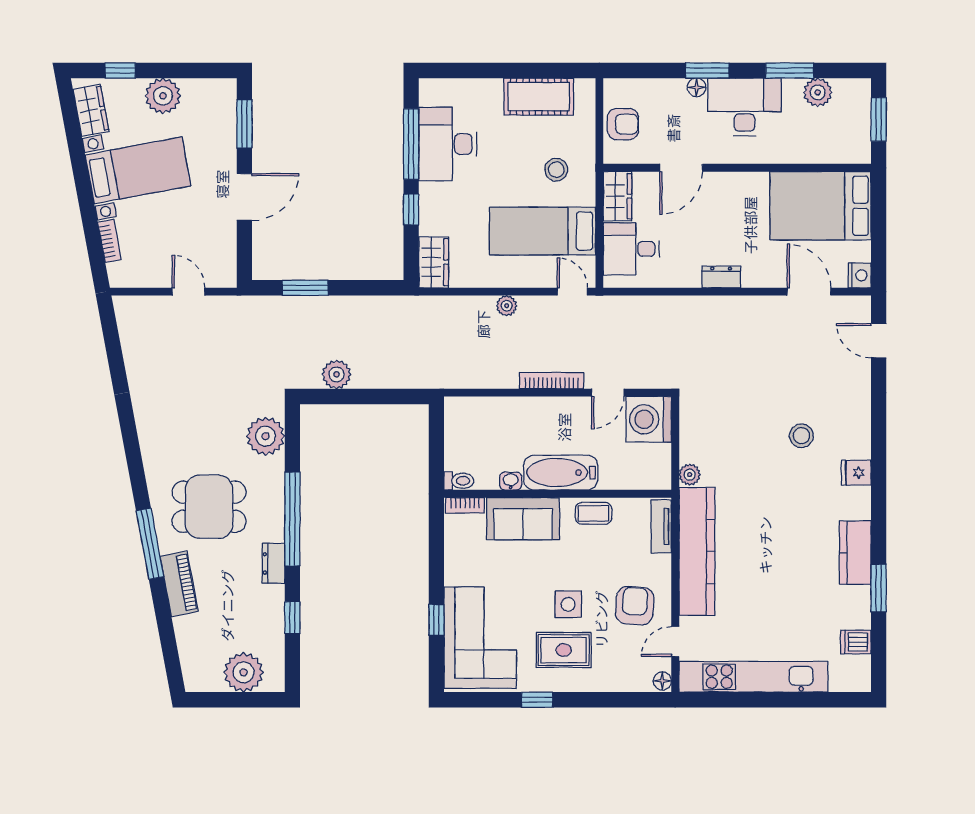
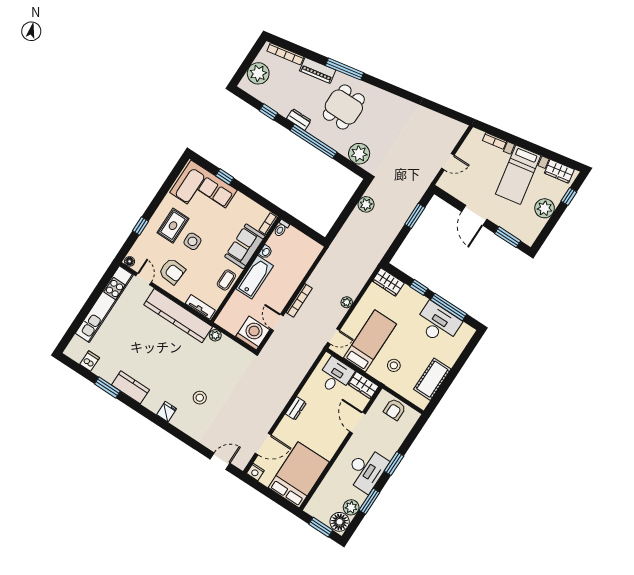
floor lamp: (697, 87) -> (340, 522), moved, width x1.89, depth x1.89
bookcase: (186, 650) -> (285, 54), added
window: (537, 700) -> (140, 226), moved

